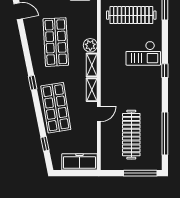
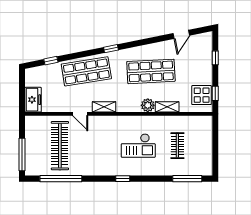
clothes rail: (131, 15) -> (177, 146), width x0.54, depth x0.76
checkout: (143, 53) -> (138, 146), moved, turned -90
shelving: (92, 65) -> (167, 107), moved
clothes rail: (131, 135) -> (60, 146), turned 90
freezer: (79, 162) -> (33, 100), width x0.71

